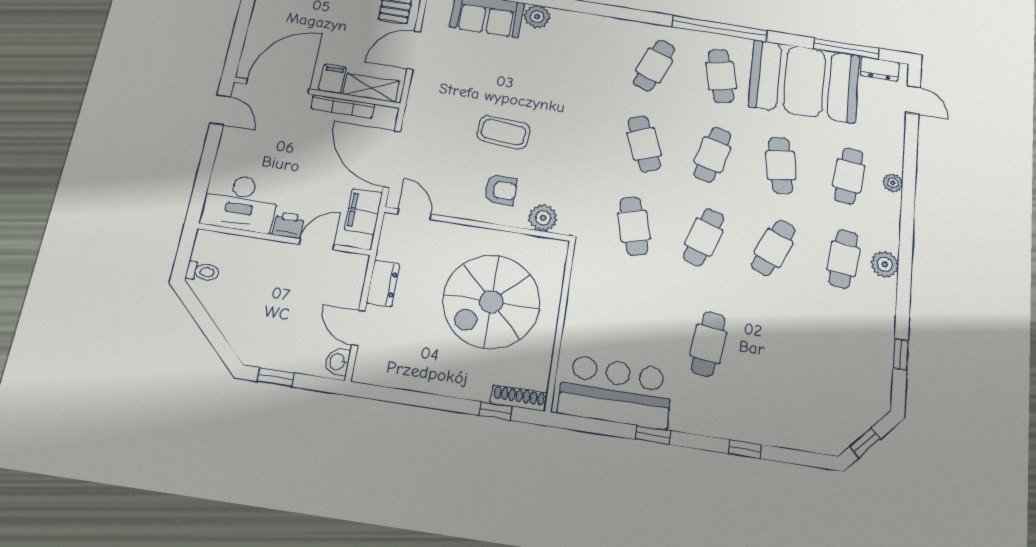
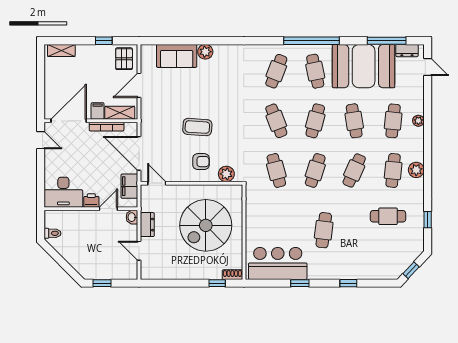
cafe table: (829, 337) -> (388, 216), added
washbasin: (338, 362) -> (132, 217), moved
shoe rack: (519, 398) -> (232, 275), width x0.70

